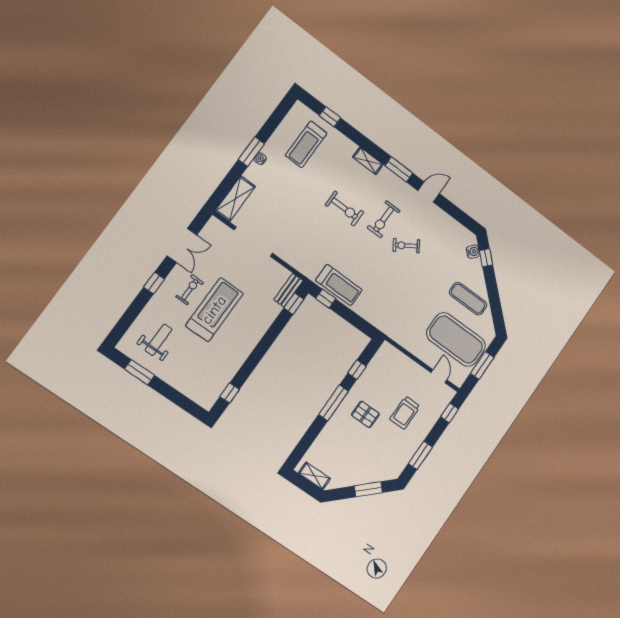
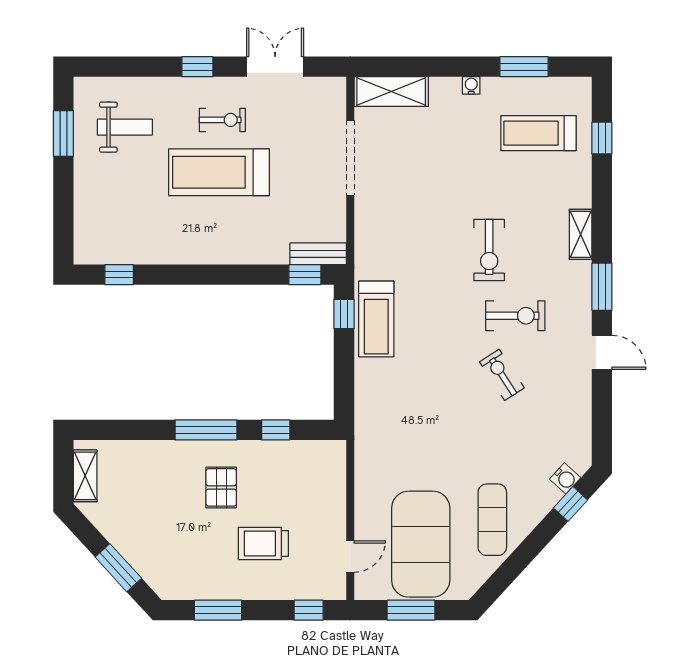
window: (251, 152) -> (524, 67), moved
exercise bike: (384, 219) -> (515, 316), turned 180
double door: (182, 245) -> (275, 67), swing flipped
treadmill: (214, 310) -> (219, 172), turned 180

